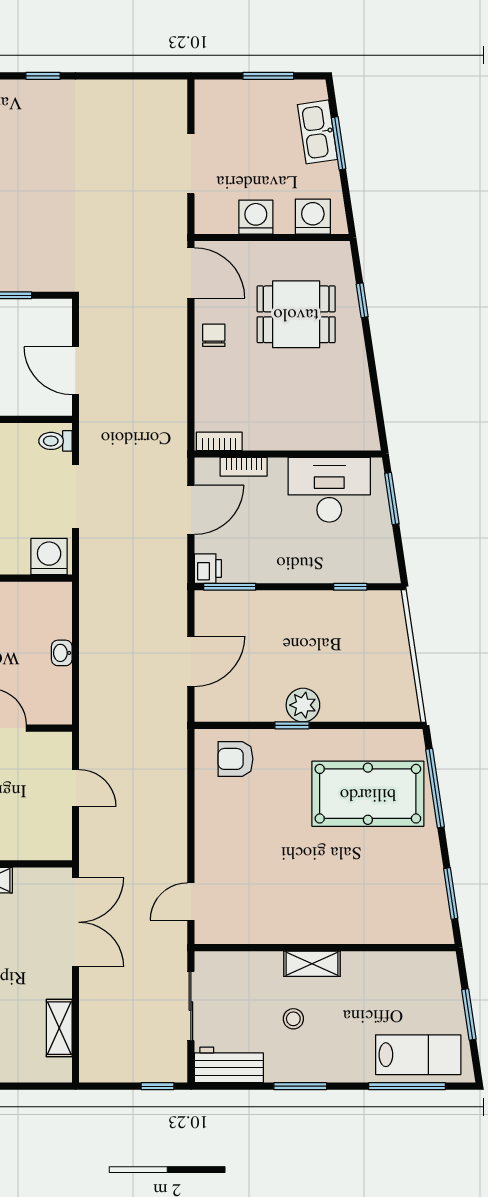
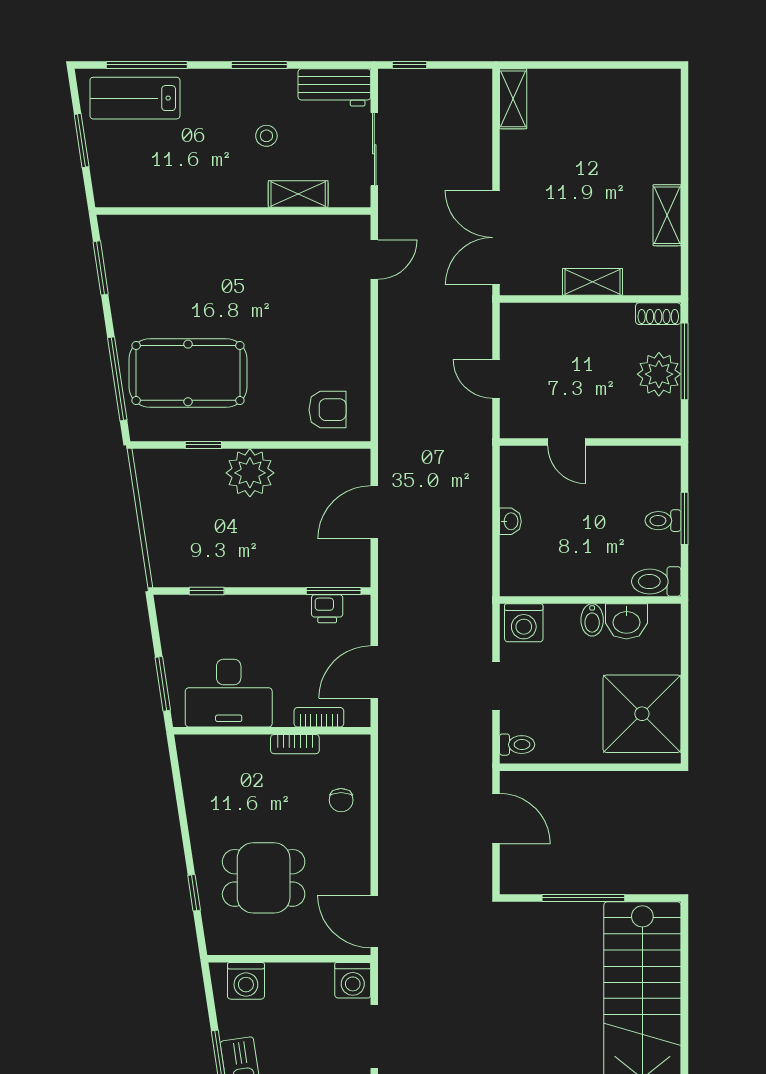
washing machine: (256, 217) -> (353, 980), moved
chair: (214, 335) -> (341, 800), moved
bookcase: (219, 441) -> (295, 744), moved
doorway: (75, 496) -> (496, 686), width x0.73
printer: (208, 569) -> (327, 609), moved, turned -90
plant: (303, 705) -> (250, 473), width x1.36, depth x1.36
window: (292, 725) -> (203, 445), moved
shelving: (312, 964) -> (298, 194), moved
shelving: (59, 1028) -> (513, 99), moved

